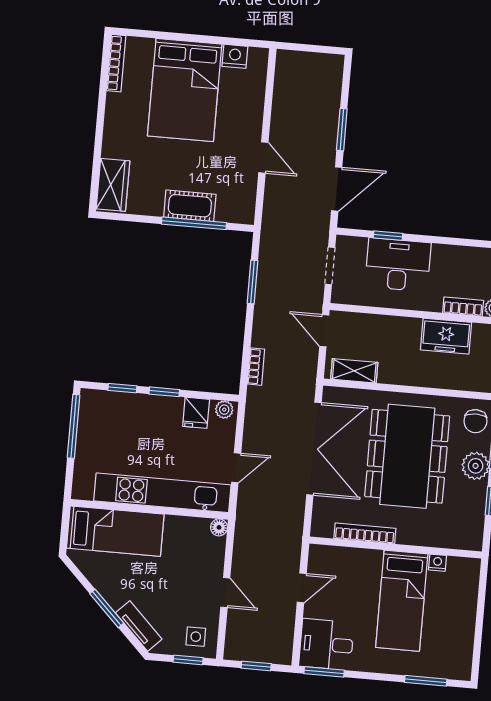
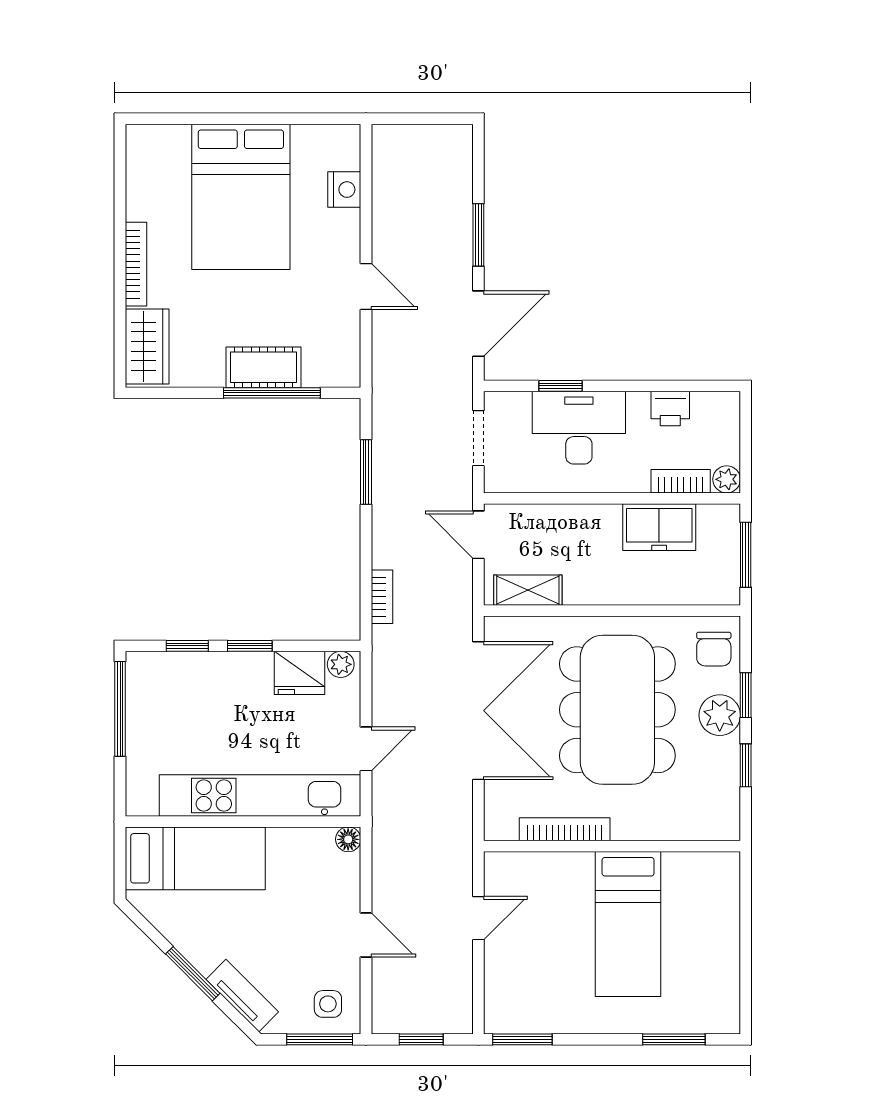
nightstand: (235, 56) -> (344, 190), moved, turned 90
bookcase: (116, 63) -> (136, 264), moved
printer: (460, 257) -> (670, 408), added
fridge: (196, 413) -> (299, 673), width x1.38
nightstand: (438, 563) -> (676, 863), removed
desk: (326, 644) -> (522, 998), removed
window: (188, 660) -> (320, 1039), width x1.50

